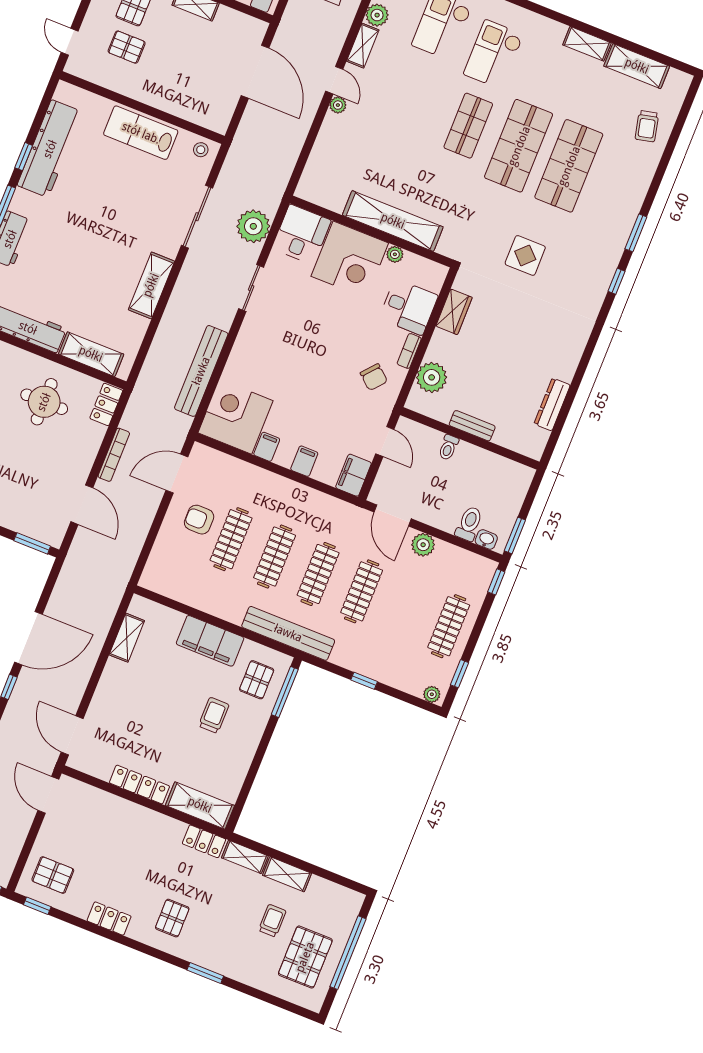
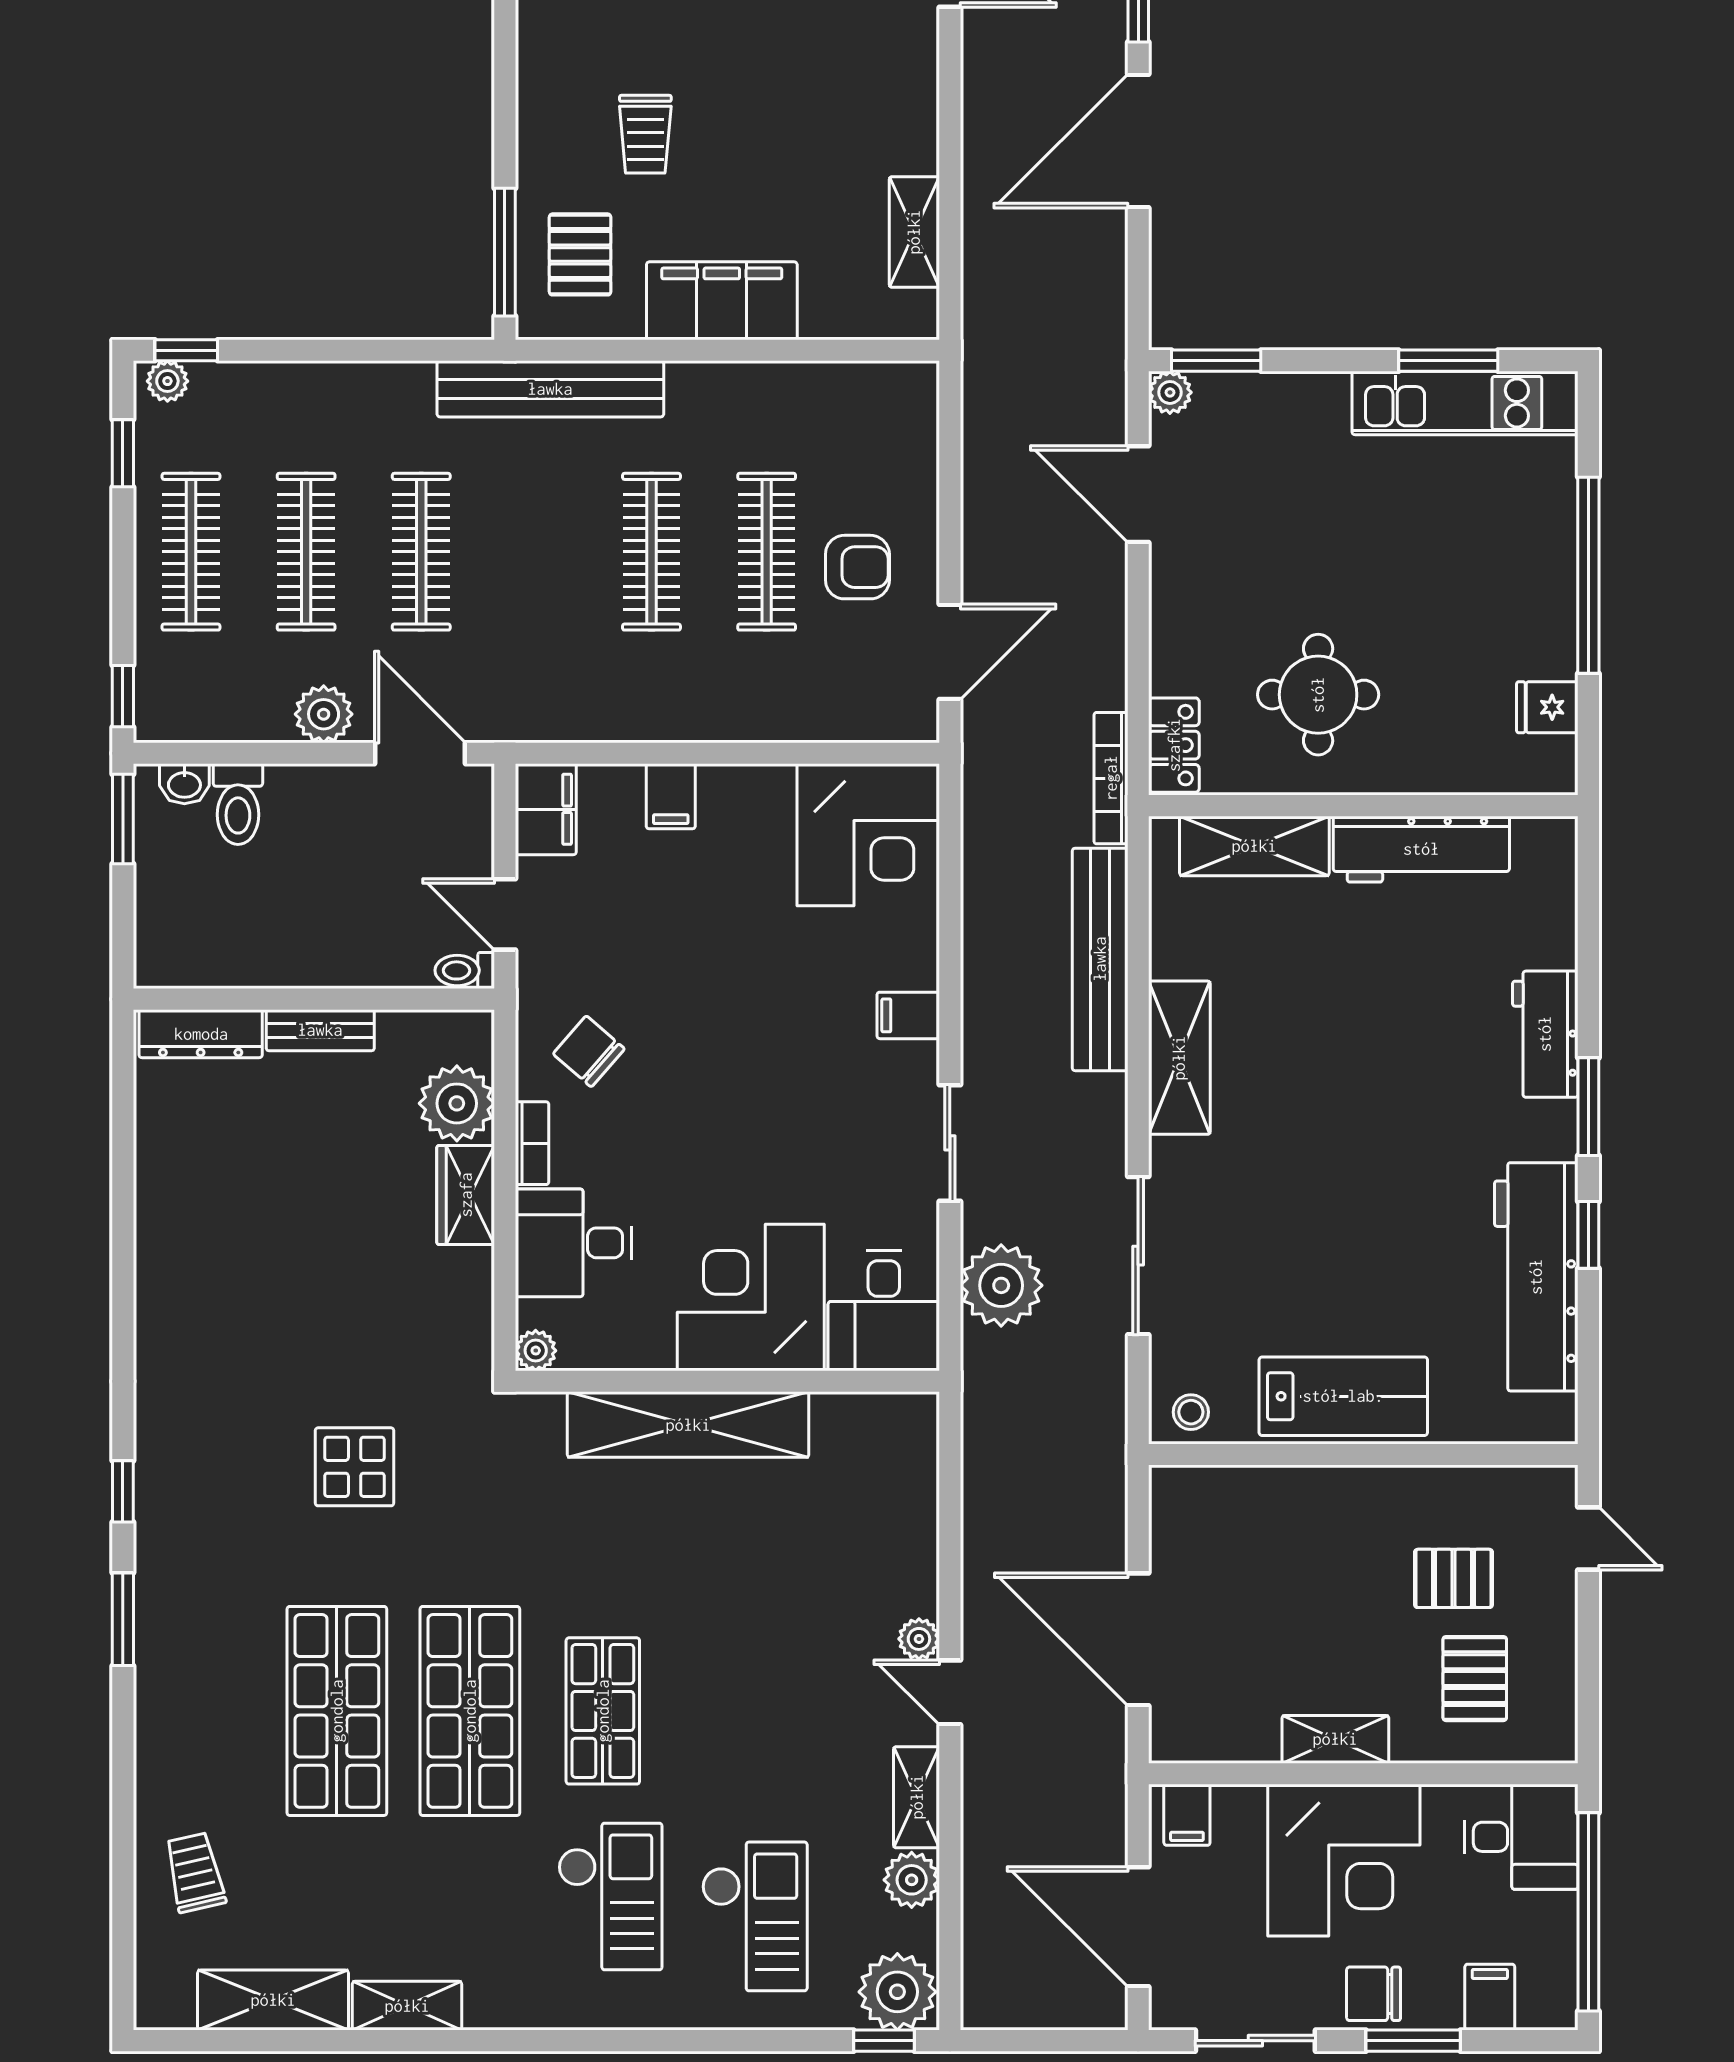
plant: (395, 254) -> (536, 1351), moved
wardrobe: (454, 312) -> (466, 1195), moved
bench: (201, 371) -> (1100, 959), moved
dresser: (552, 404) -> (201, 1034), moved, turned 90
filing cabinet: (267, 447) -> (908, 1015), moved, turned 90
toilet: (448, 447) -> (465, 970), moved, turned -90
bookcase: (114, 455) -> (1111, 778), moved
plant: (54, 538) -> (1170, 392), added
clothes rail: (318, 574) -> (306, 552), moved
window: (364, 681) -> (186, 350), moved

